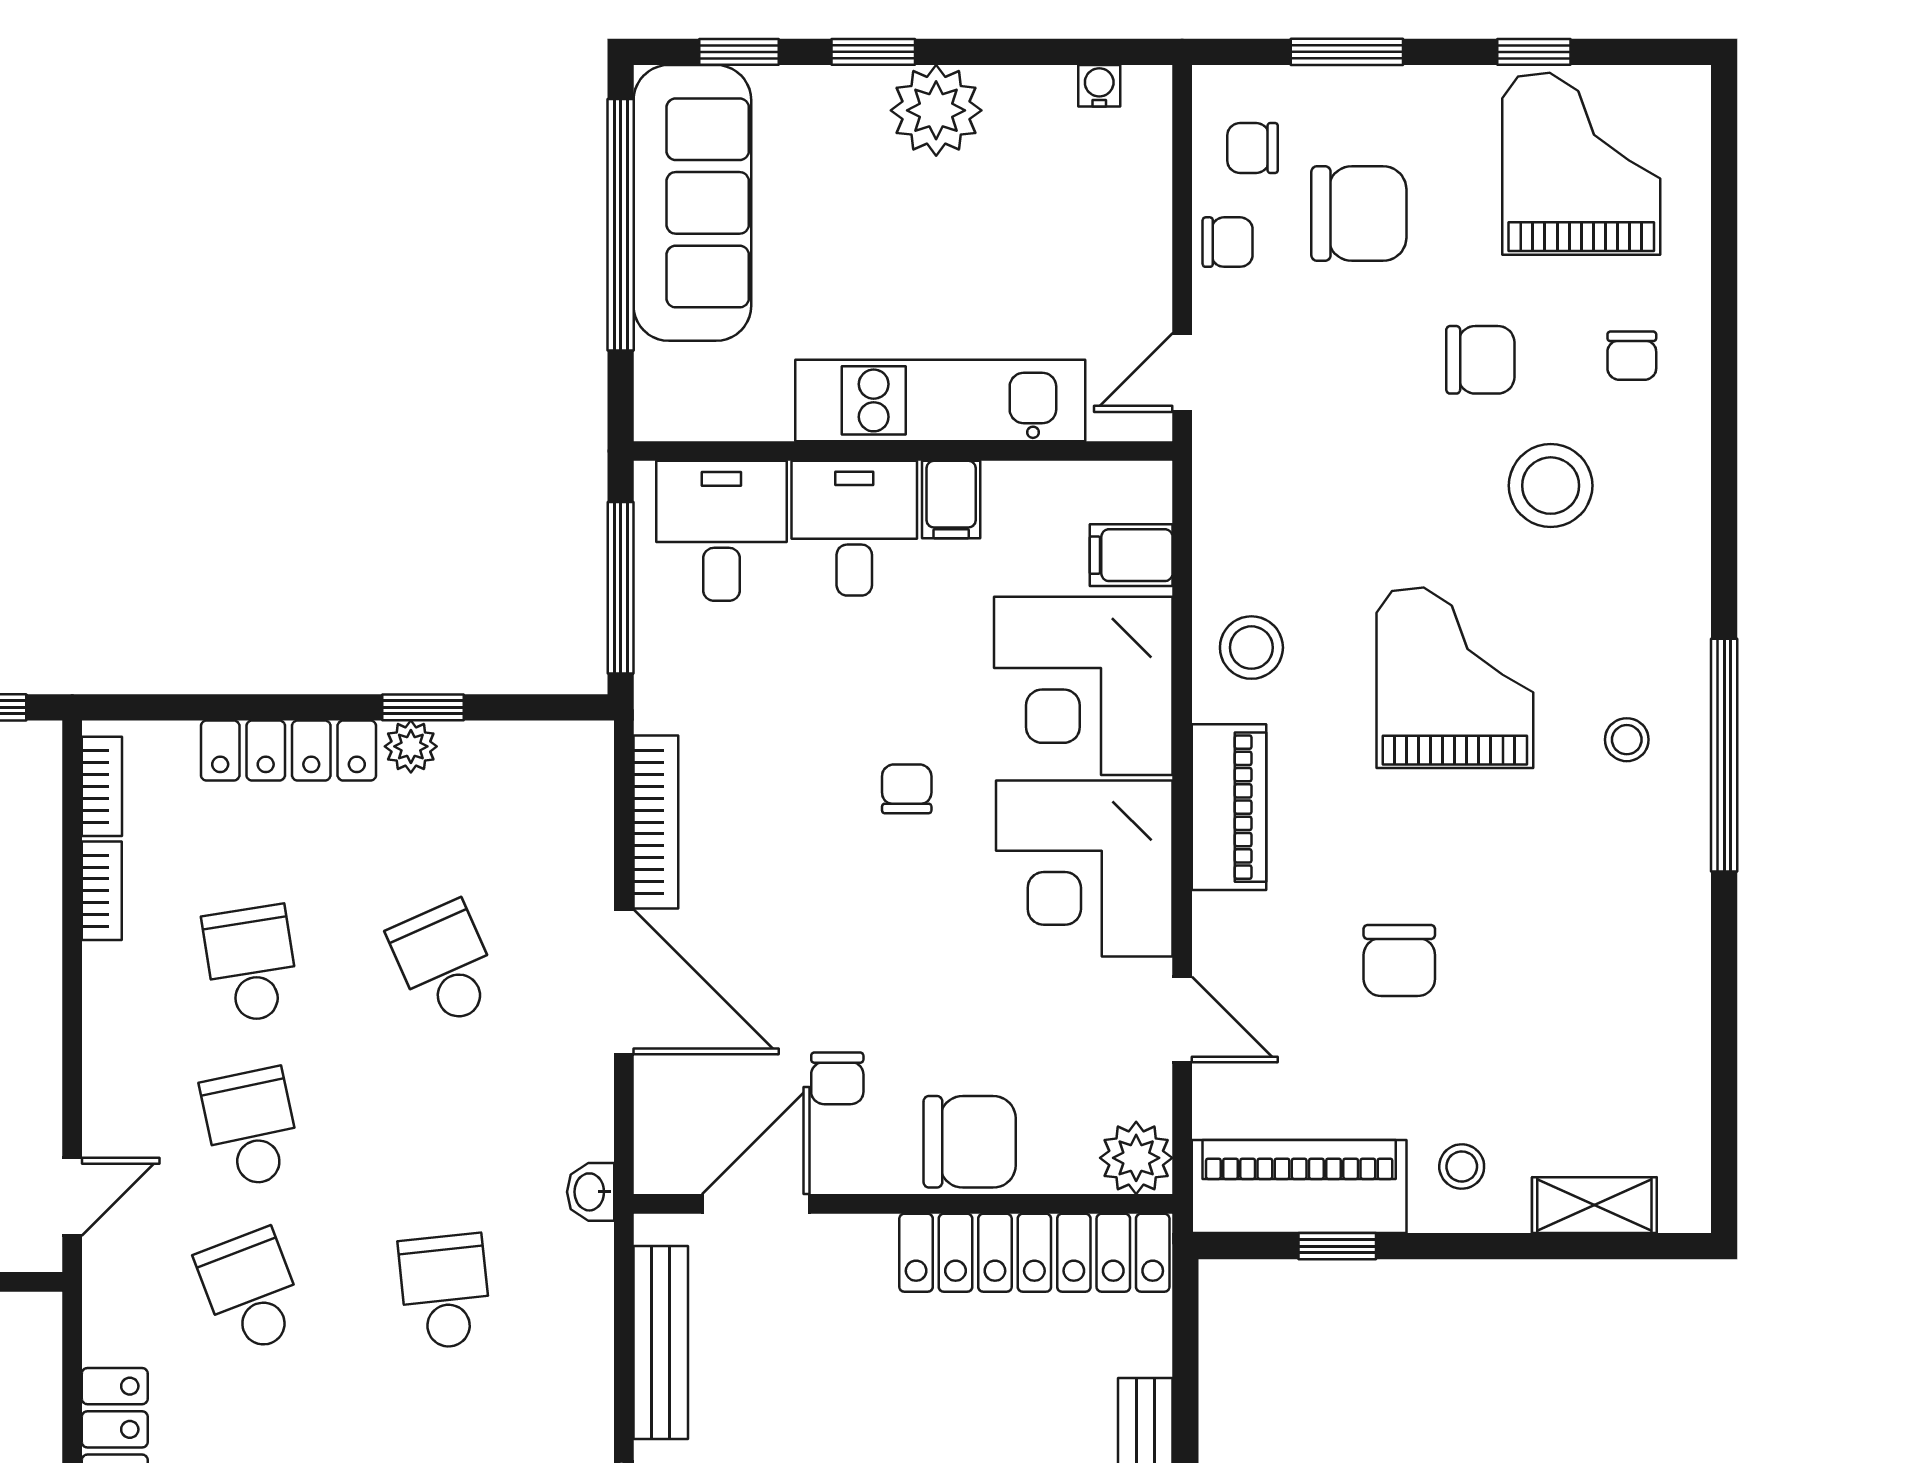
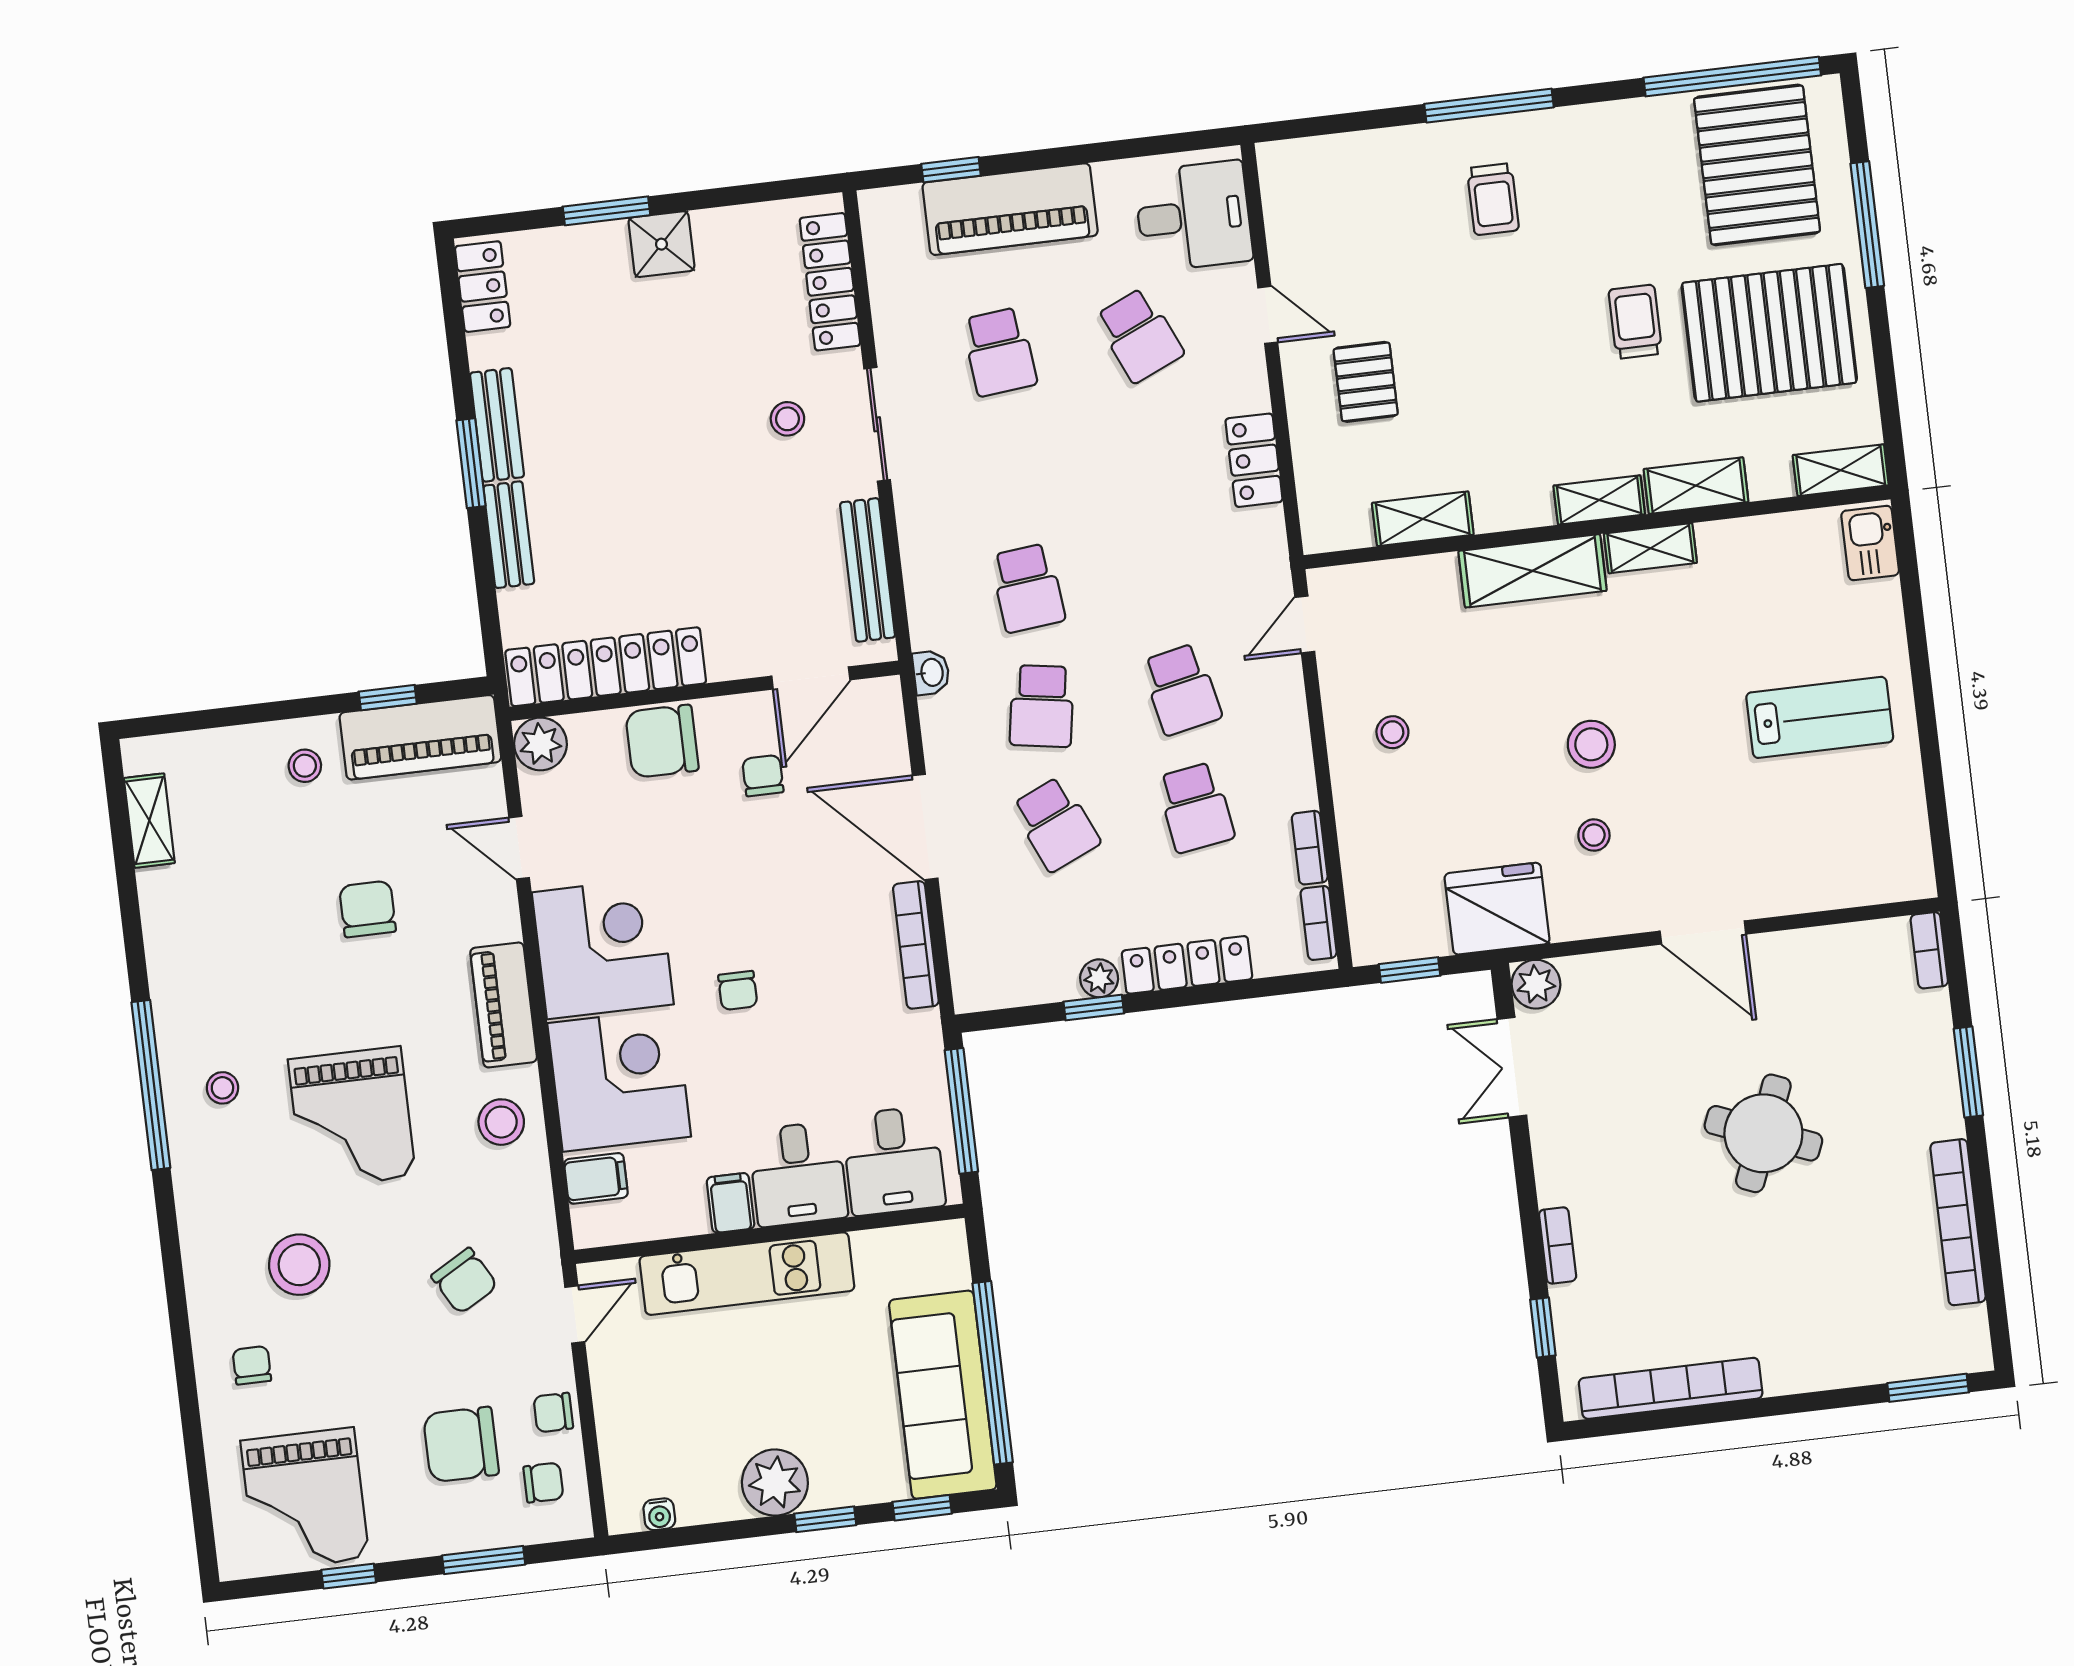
chair: (1480, 360) -> (464, 1281), moved, turned -120
shelving: (1594, 1205) -> (149, 821), moved, turned 90
school desk: (251, 1292) -> (1042, 706), moved, turned 30

